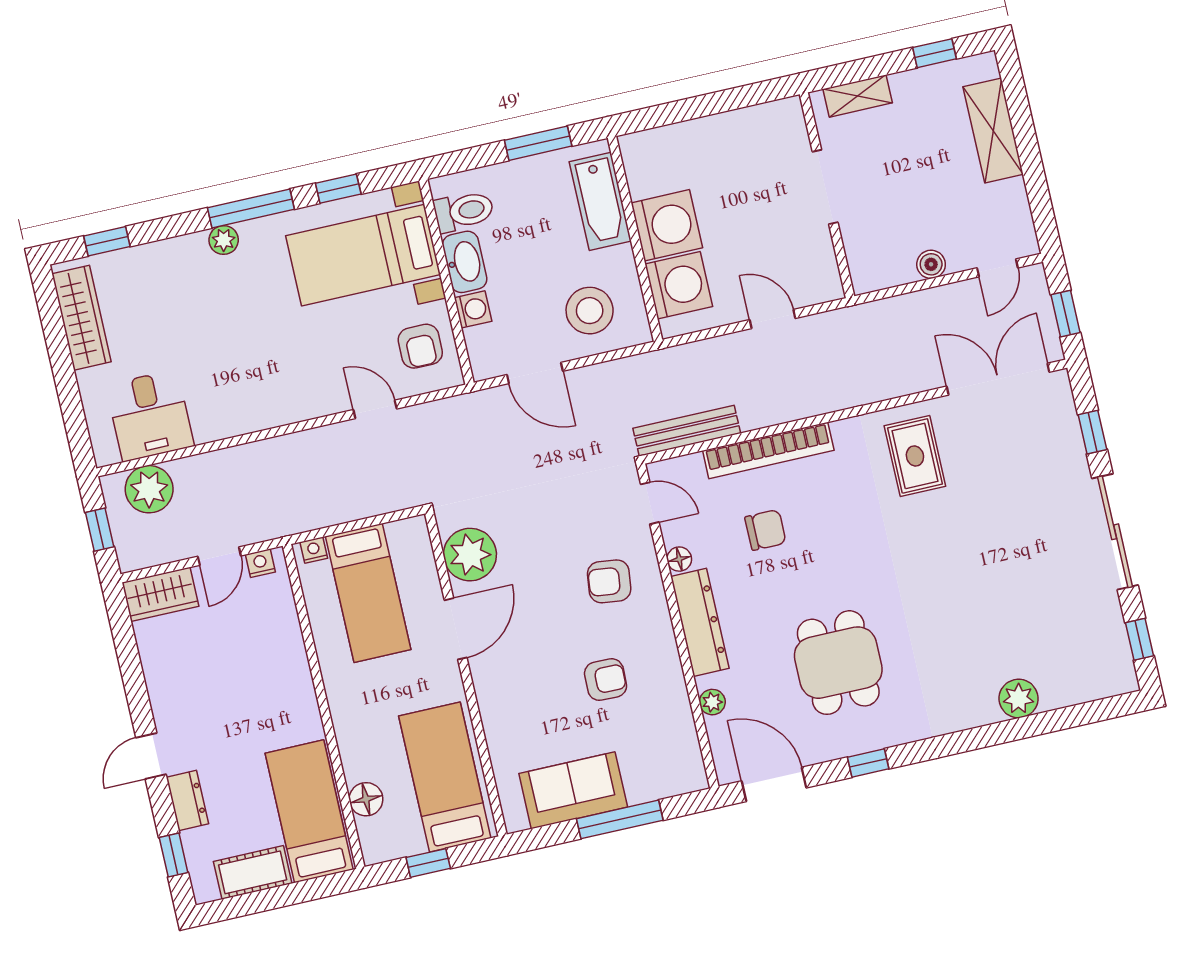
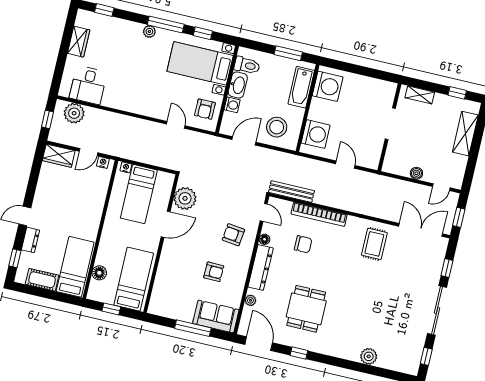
washing machine: (667, 225) -> (328, 86), moved
wardrobe: (82, 318) -> (79, 42), width x0.67
door: (535, 373) -> (244, 141), swing flipped
sofa: (573, 790) -> (216, 317), moved

